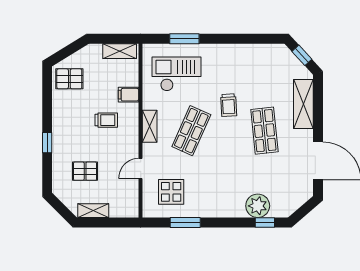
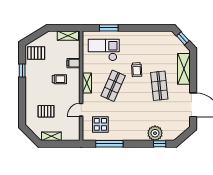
window: (47, 143) -> (22, 70), moved
window: (185, 222) -> (109, 144), width x1.44

